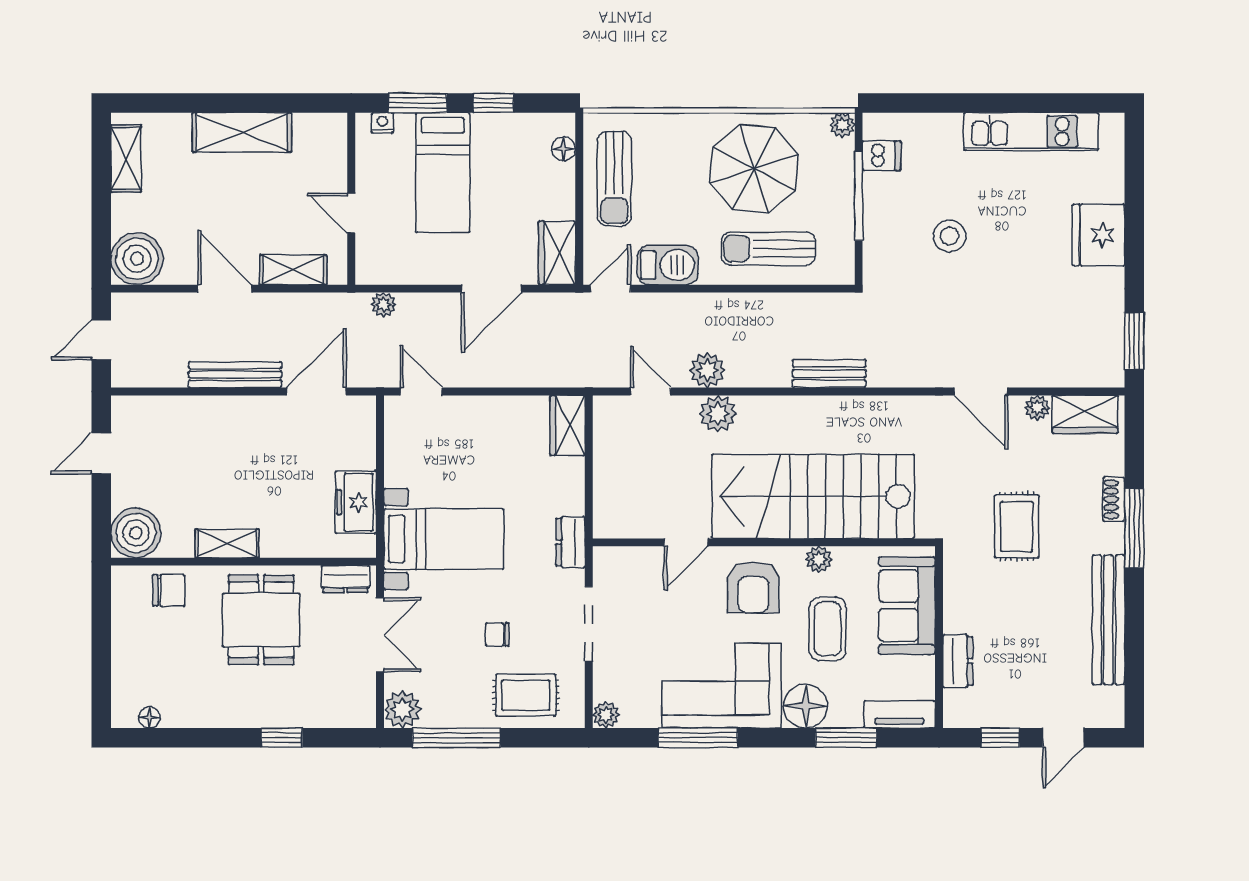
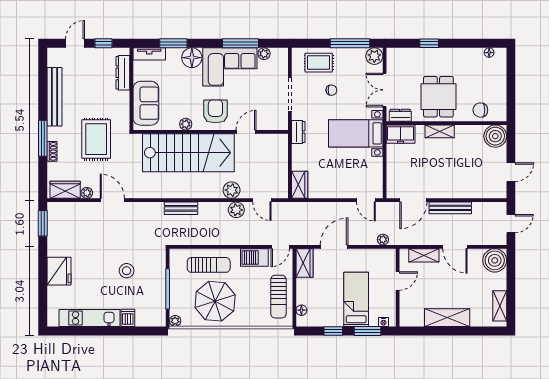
dishwasher: (882, 156) -> (128, 318), moved, turned 90
sun lounger: (614, 179) -> (278, 297), turned 180
door: (351, 213) -> (398, 281), hinge flipped
freezer: (356, 502) -> (401, 134), moved, turned 90
rug: (1017, 526) -> (96, 139), width x1.36, depth x1.43
shelving: (227, 543) -> (440, 131), moved
coffee table: (828, 629) -> (182, 93), removed
dresser: (958, 661) -> (123, 73), width x1.44
plant: (606, 715) -> (264, 54), moved

